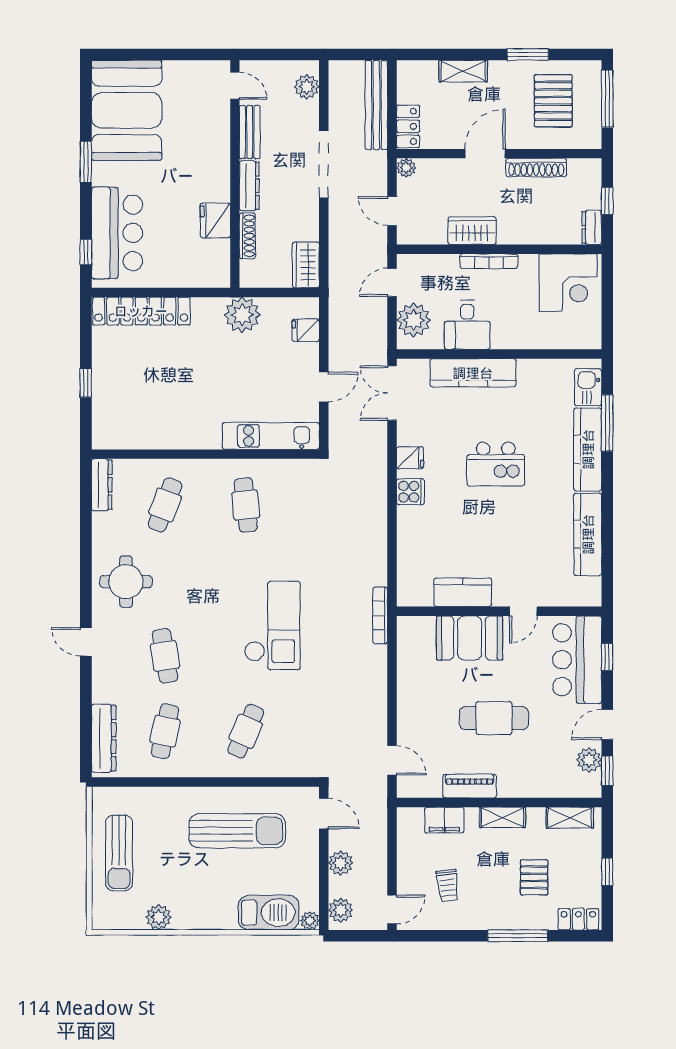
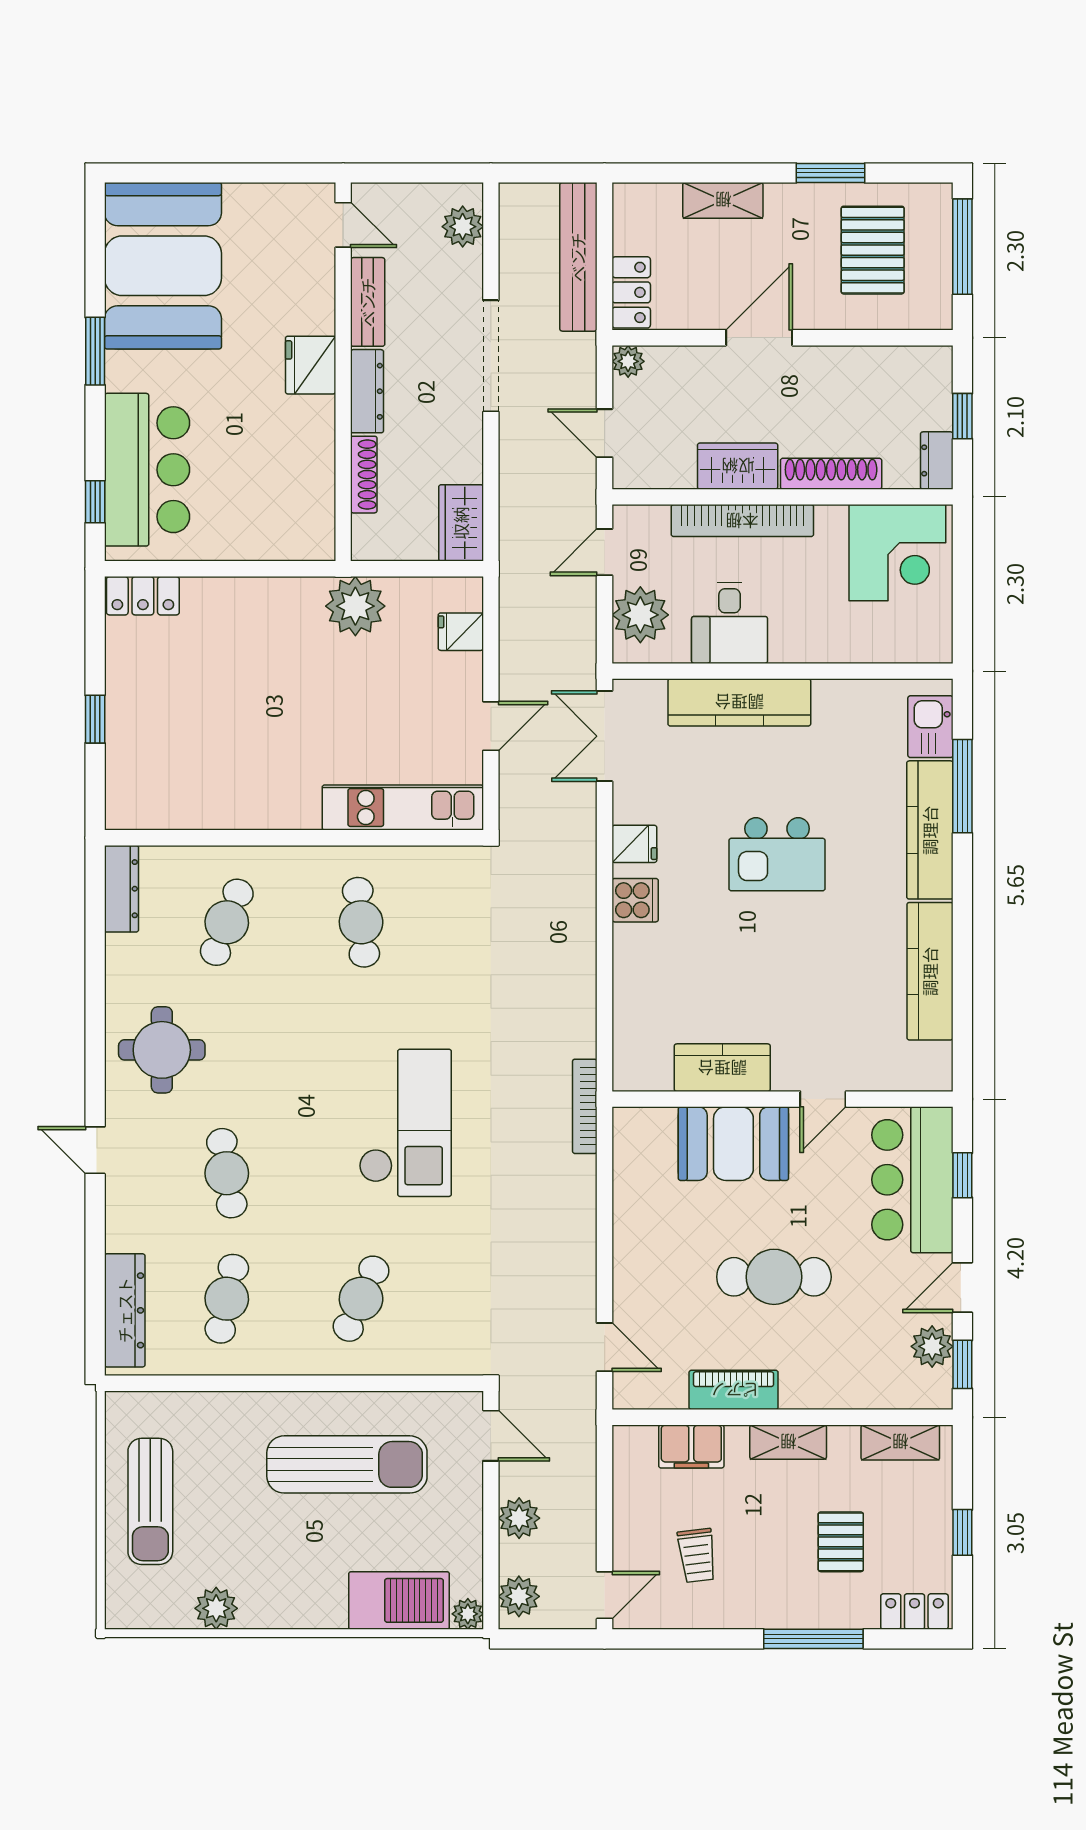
shoe rack: (536, 168) -> (831, 474), moved, turned 180
fridge: (215, 220) -> (311, 365), moved
bookcase: (489, 261) -> (742, 521), width x1.48, depth x1.31
locker: (141, 311) -> (143, 596), width x0.46, depth x0.83

